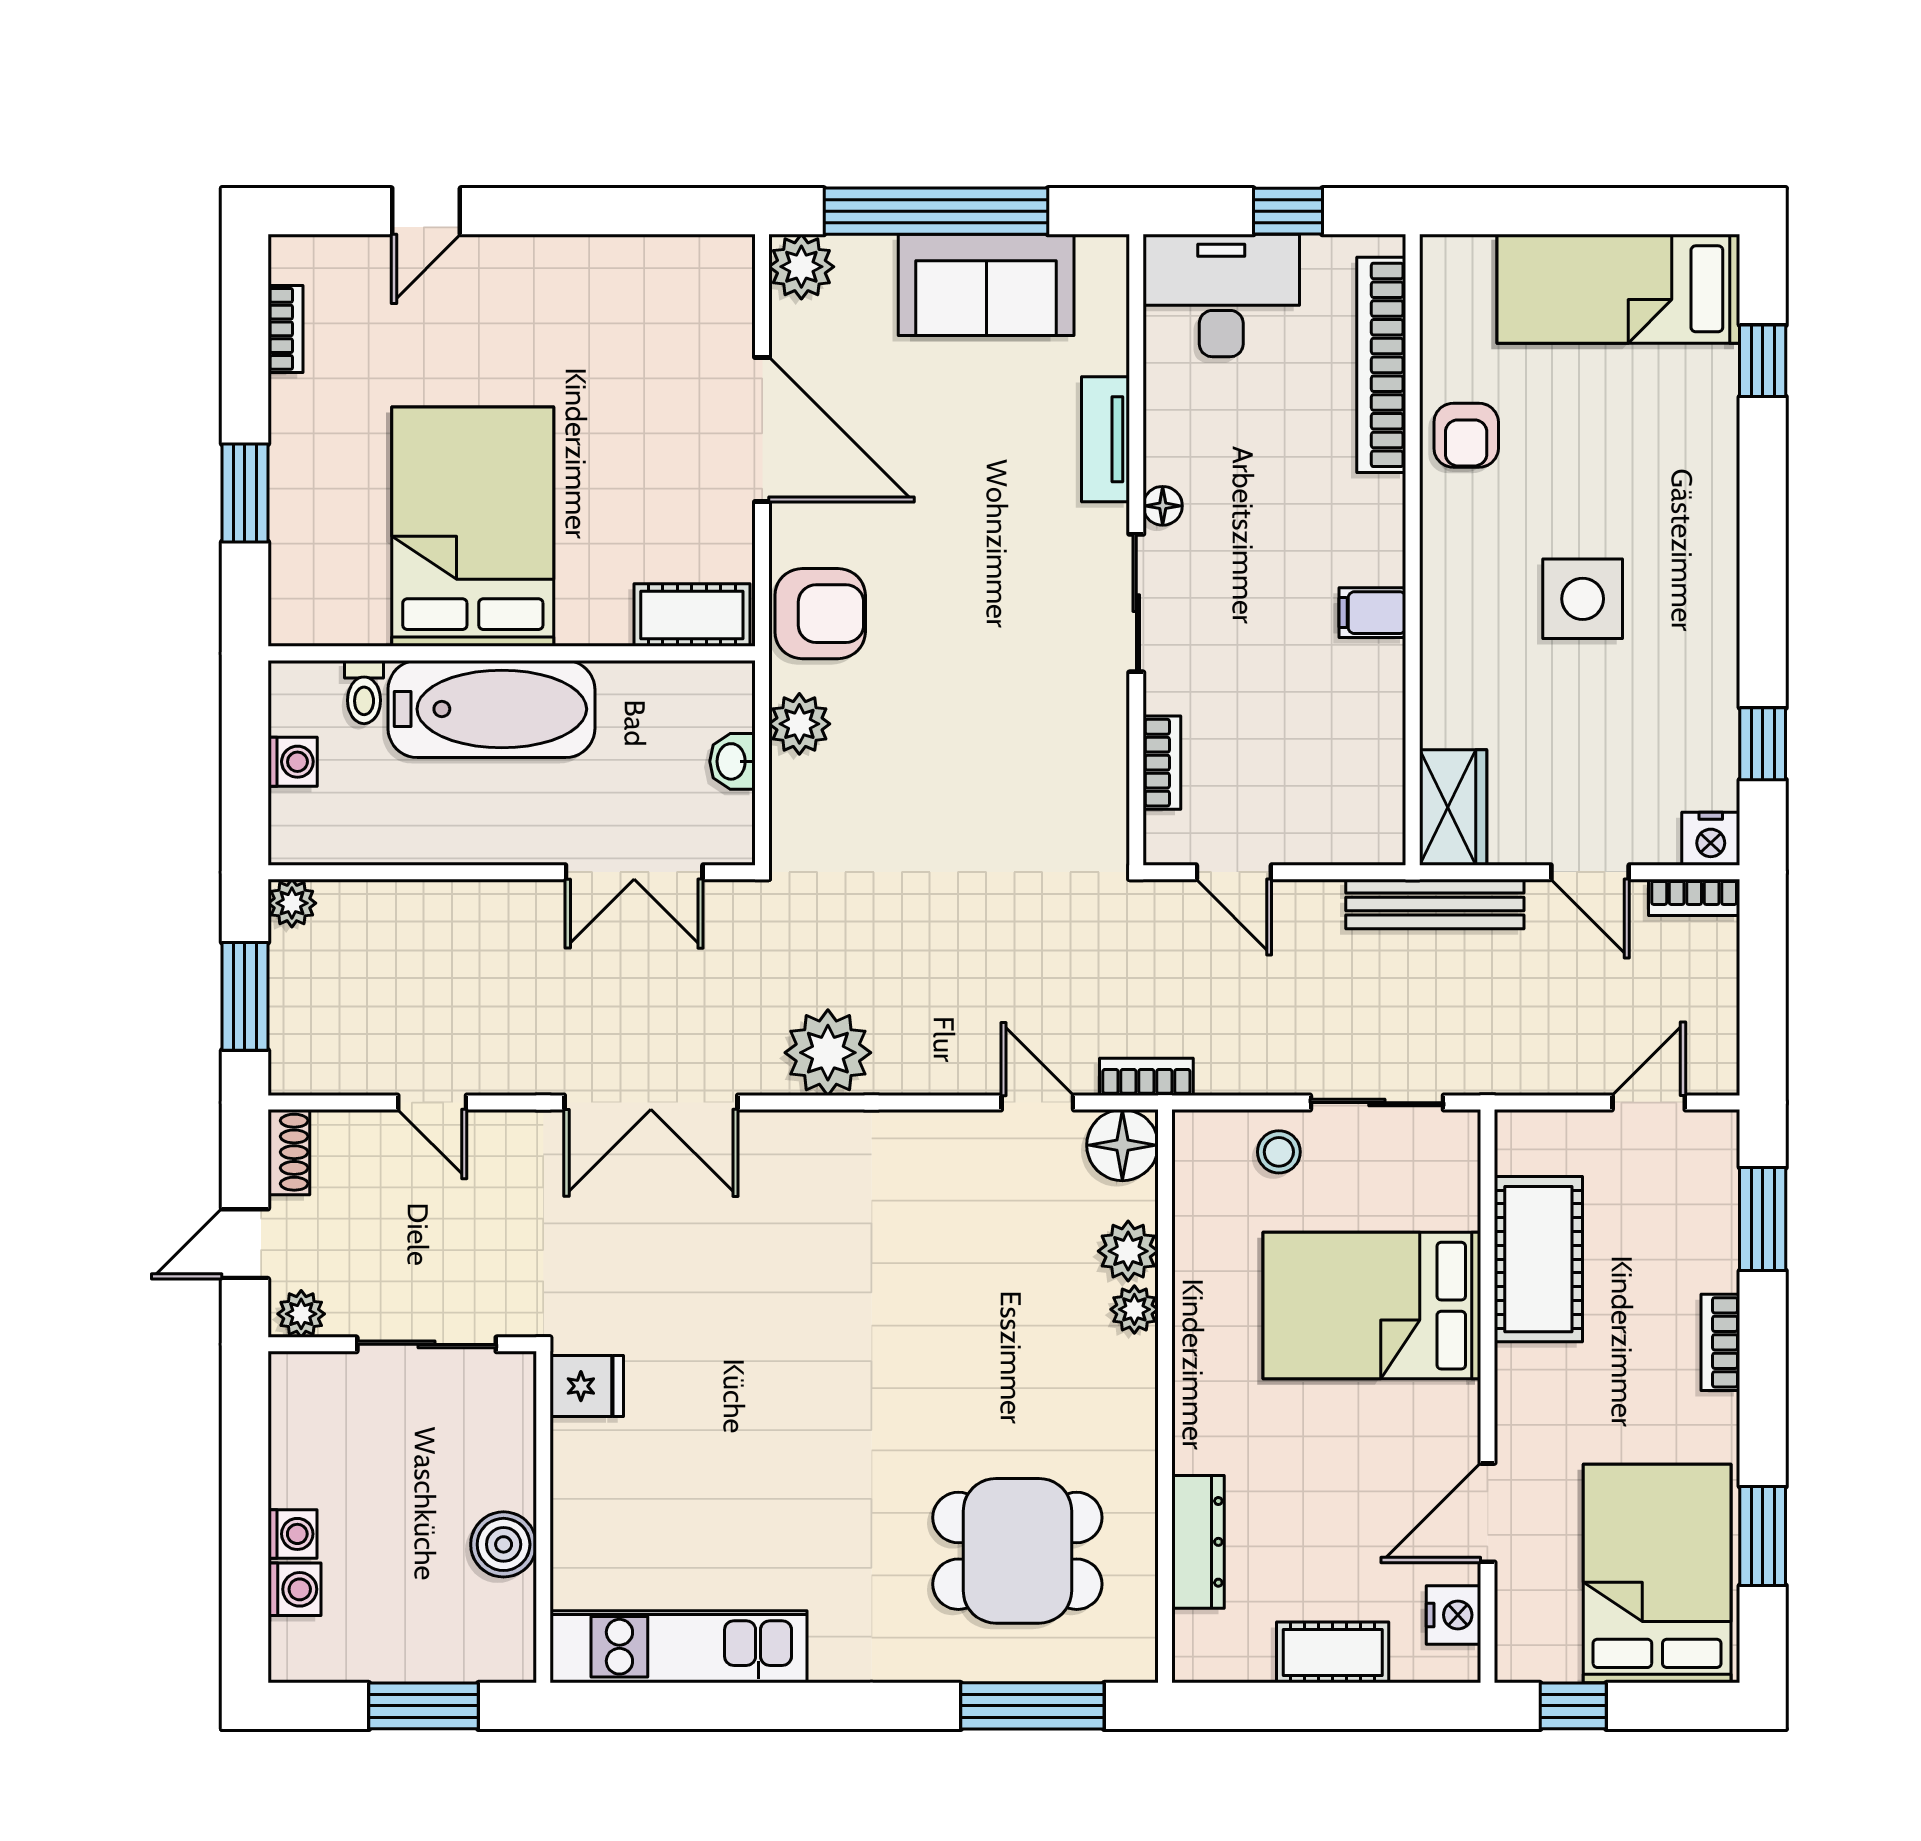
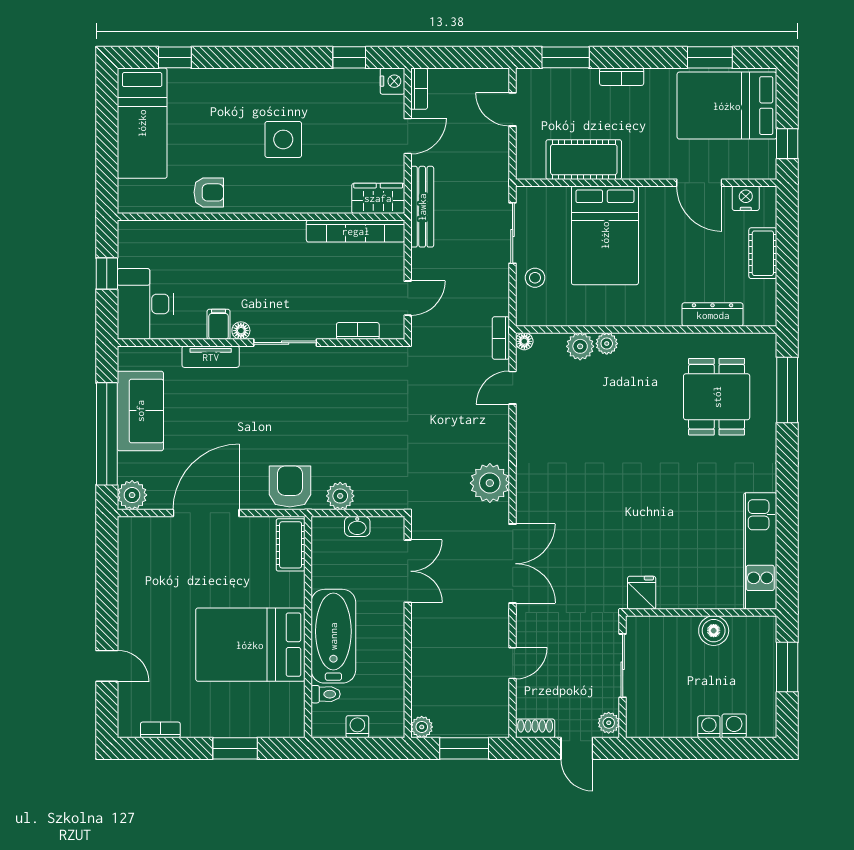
bookcase: (1381, 365) -> (356, 231), moved
filing cabinet: (1372, 613) -> (219, 324), moved, turned 180
floor lamp: (1122, 1145) -> (524, 341), width x0.53, depth x0.53

